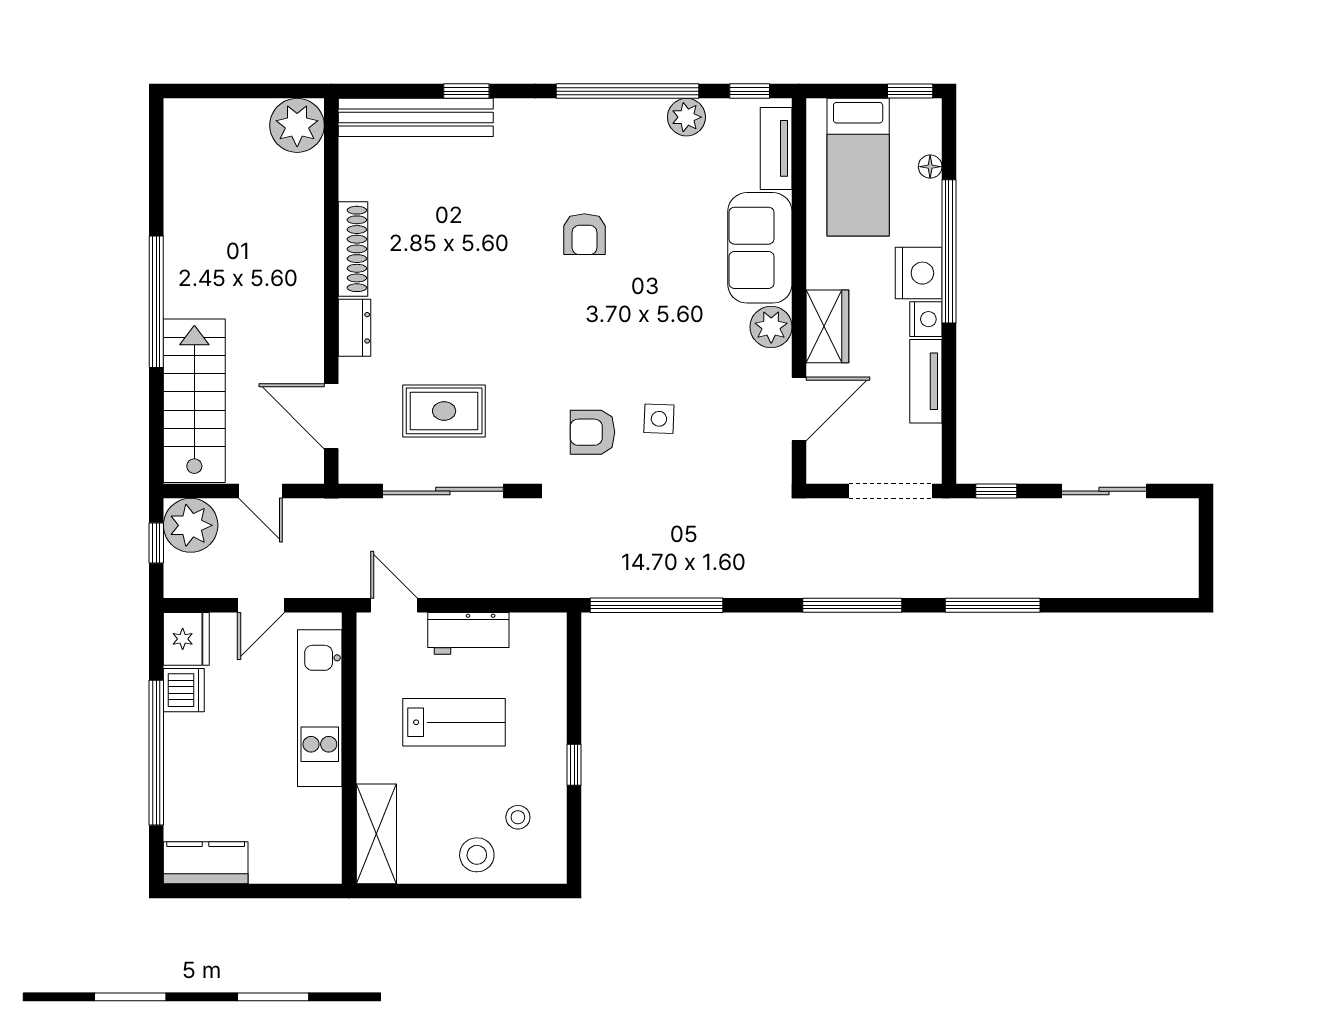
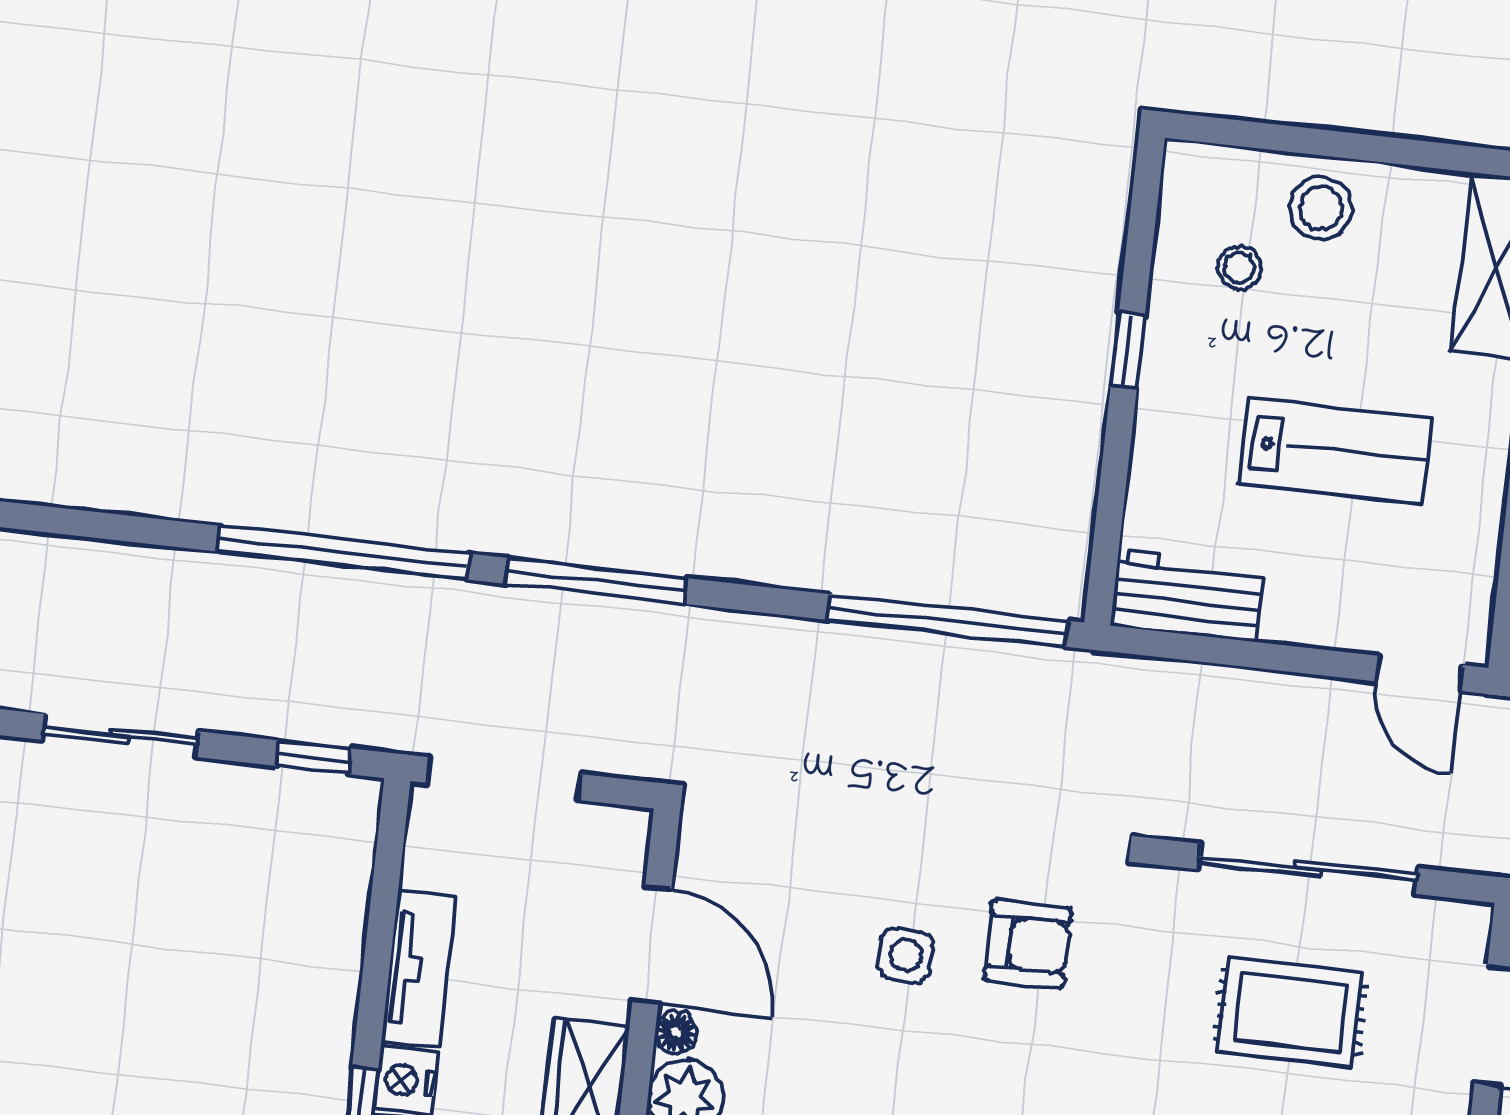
floor lamp: (780, 362) -> (676, 1032), added
door: (799, 409) -> (652, 945), swing flipped
window: (993, 605) -> (343, 553), width x1.46
workbench: (468, 633) -> (1187, 596), moved
lab bench: (454, 722) -> (1335, 451), turned 180

